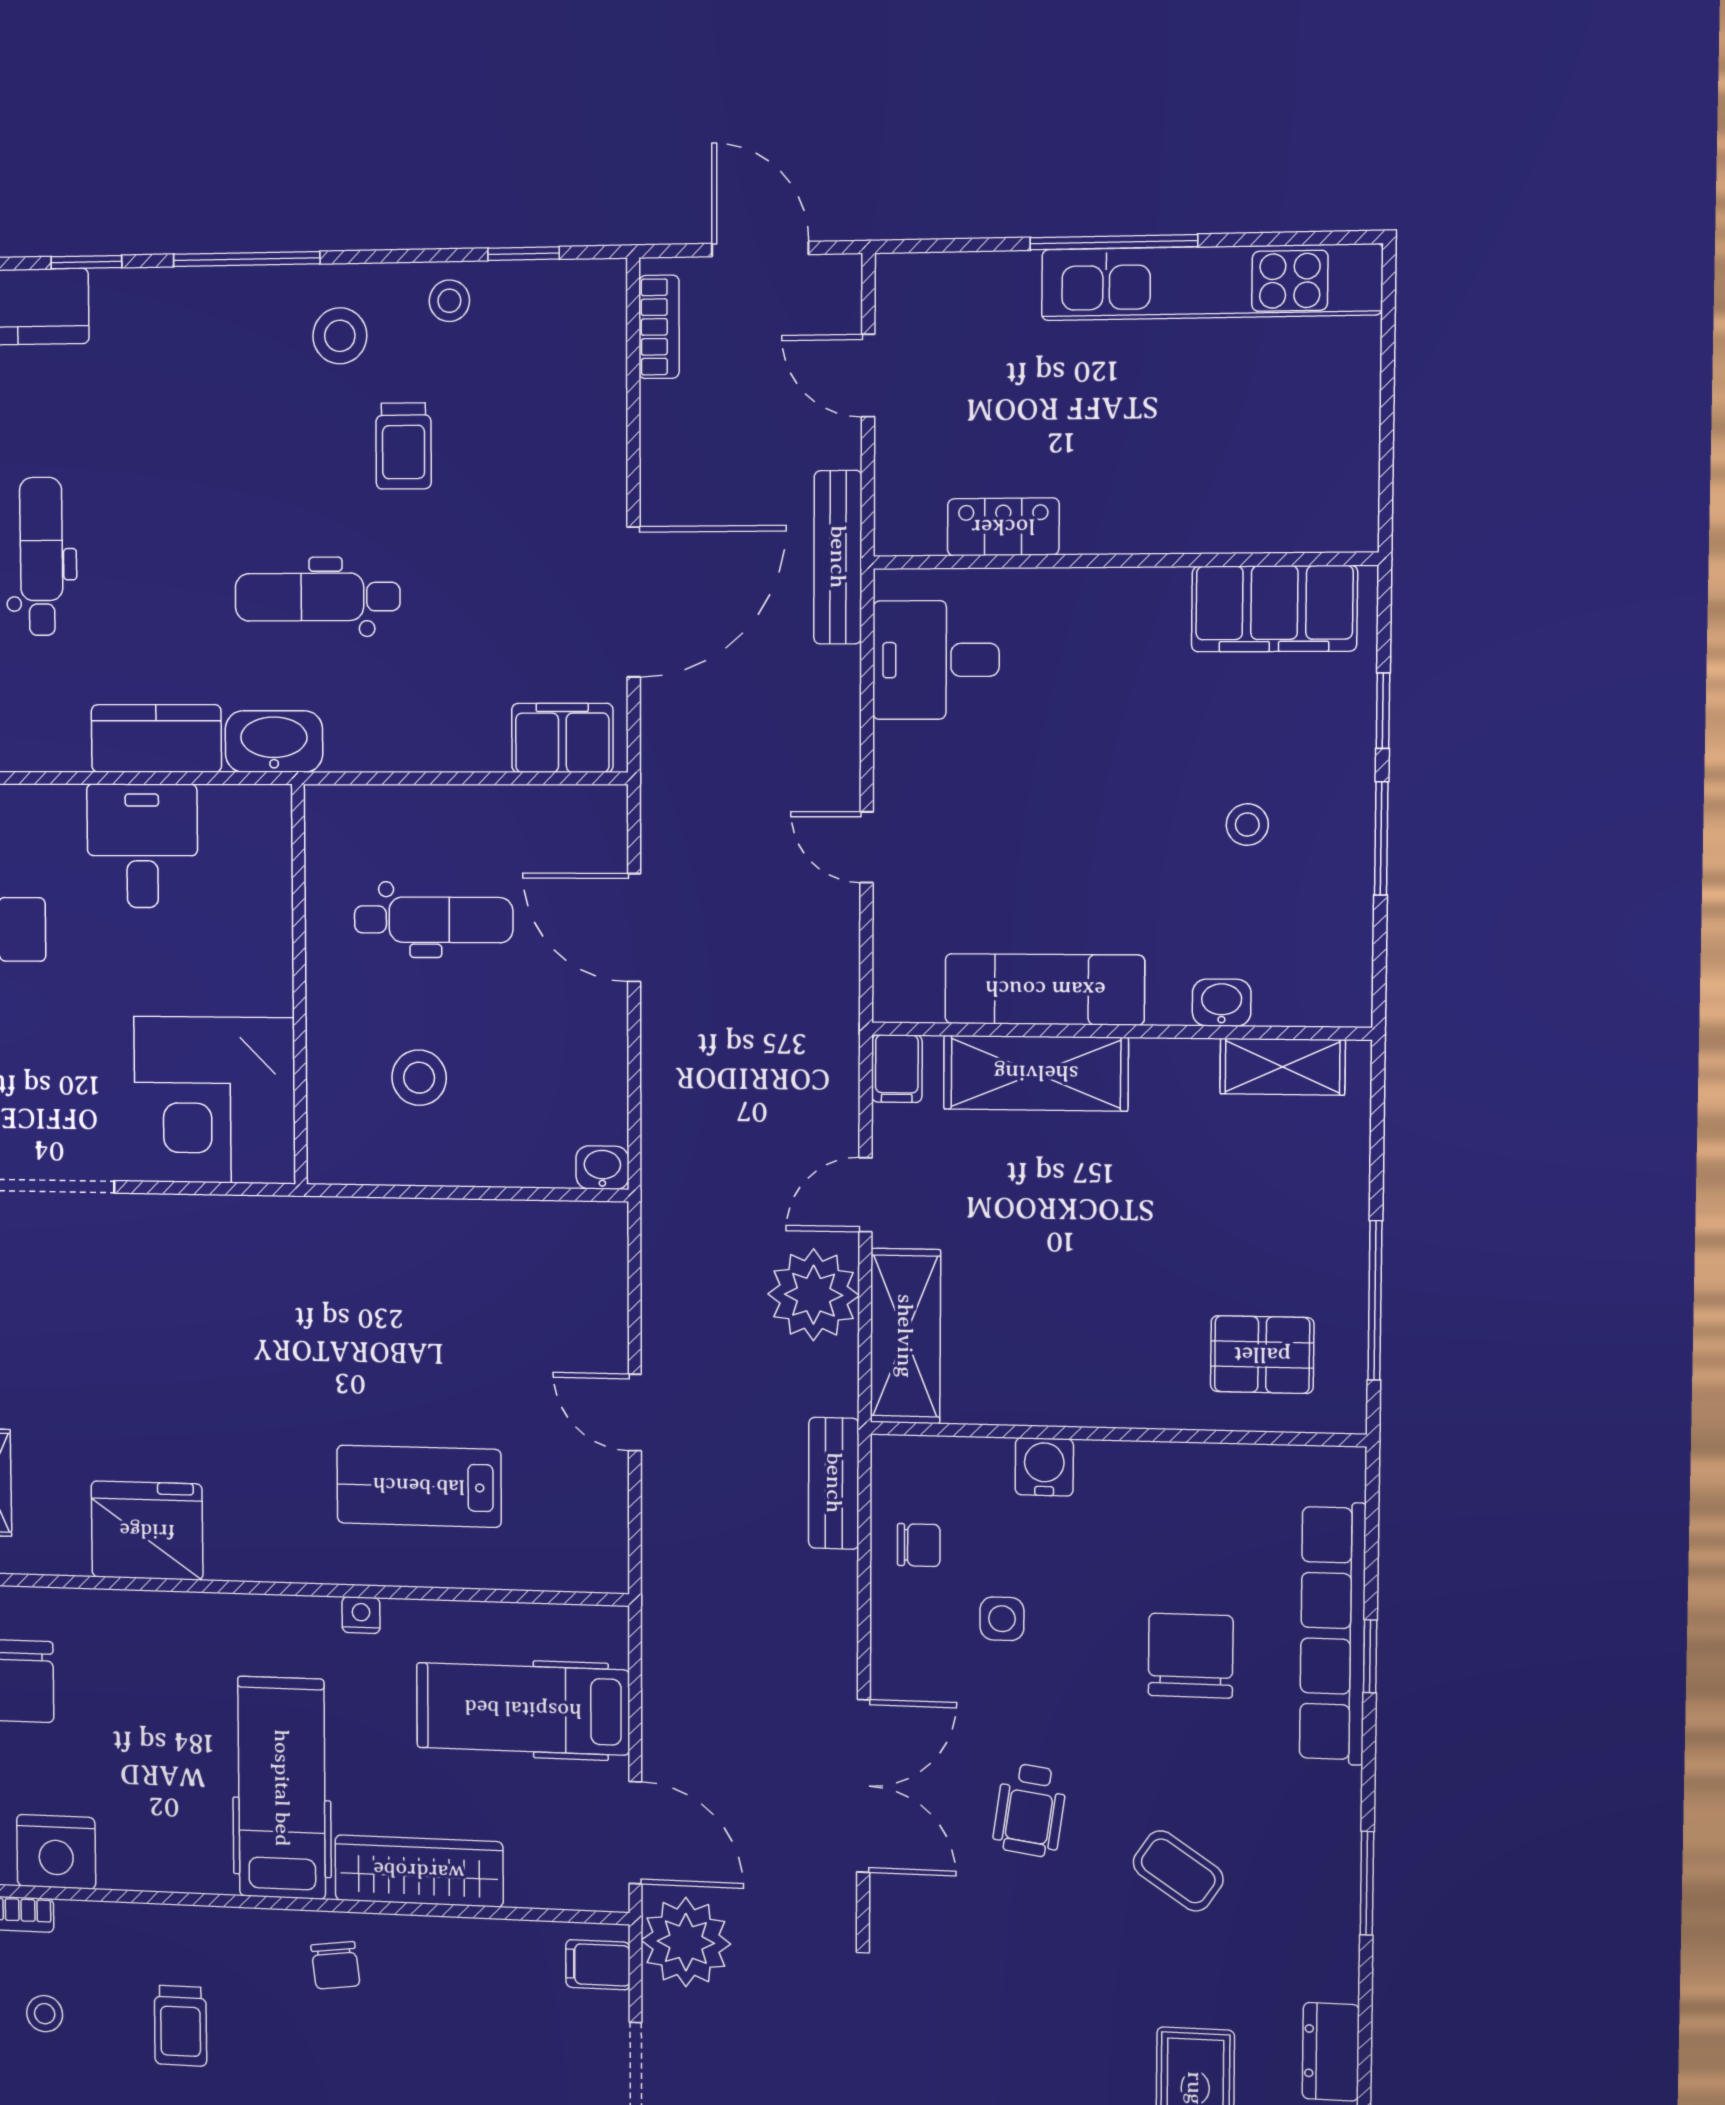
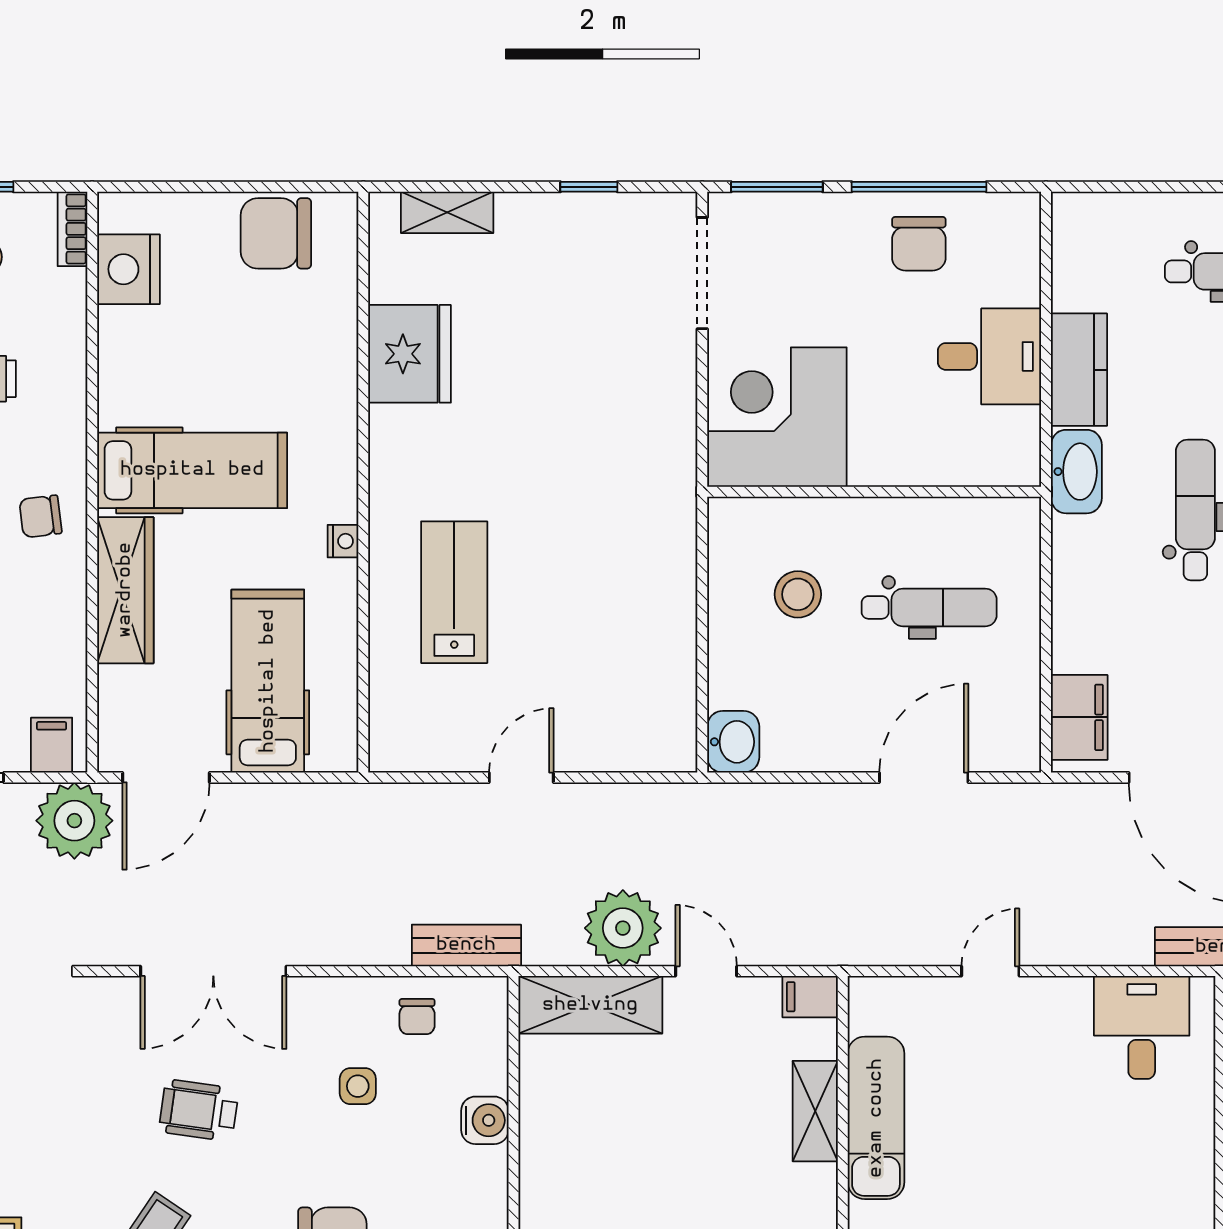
dental chair: (434, 920) -> (929, 607), turned -90
shelving: (1036, 1073) -> (815, 1111), width x0.67, depth x0.75
washbasin: (602, 1168) -> (733, 742), width x1.38, depth x1.45

